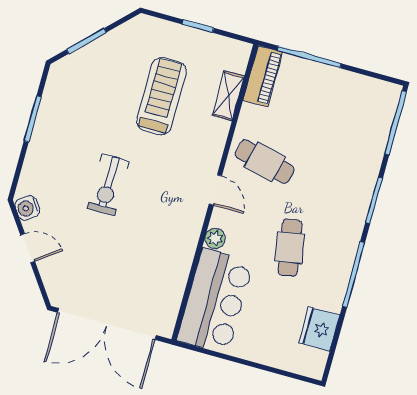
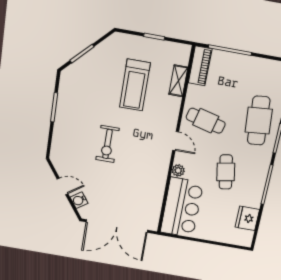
treadmill: (161, 96) -> (135, 85), turned 180
cafe table: (346, 169) -> (259, 121), added
water cooler: (27, 208) -> (79, 200), moved

